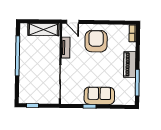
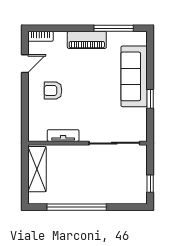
door: (73, 22) -> (25, 64), moved
armchair: (96, 41) -> (53, 91), width x0.53, depth x0.53
sofa: (99, 96) -> (134, 76), width x1.36

